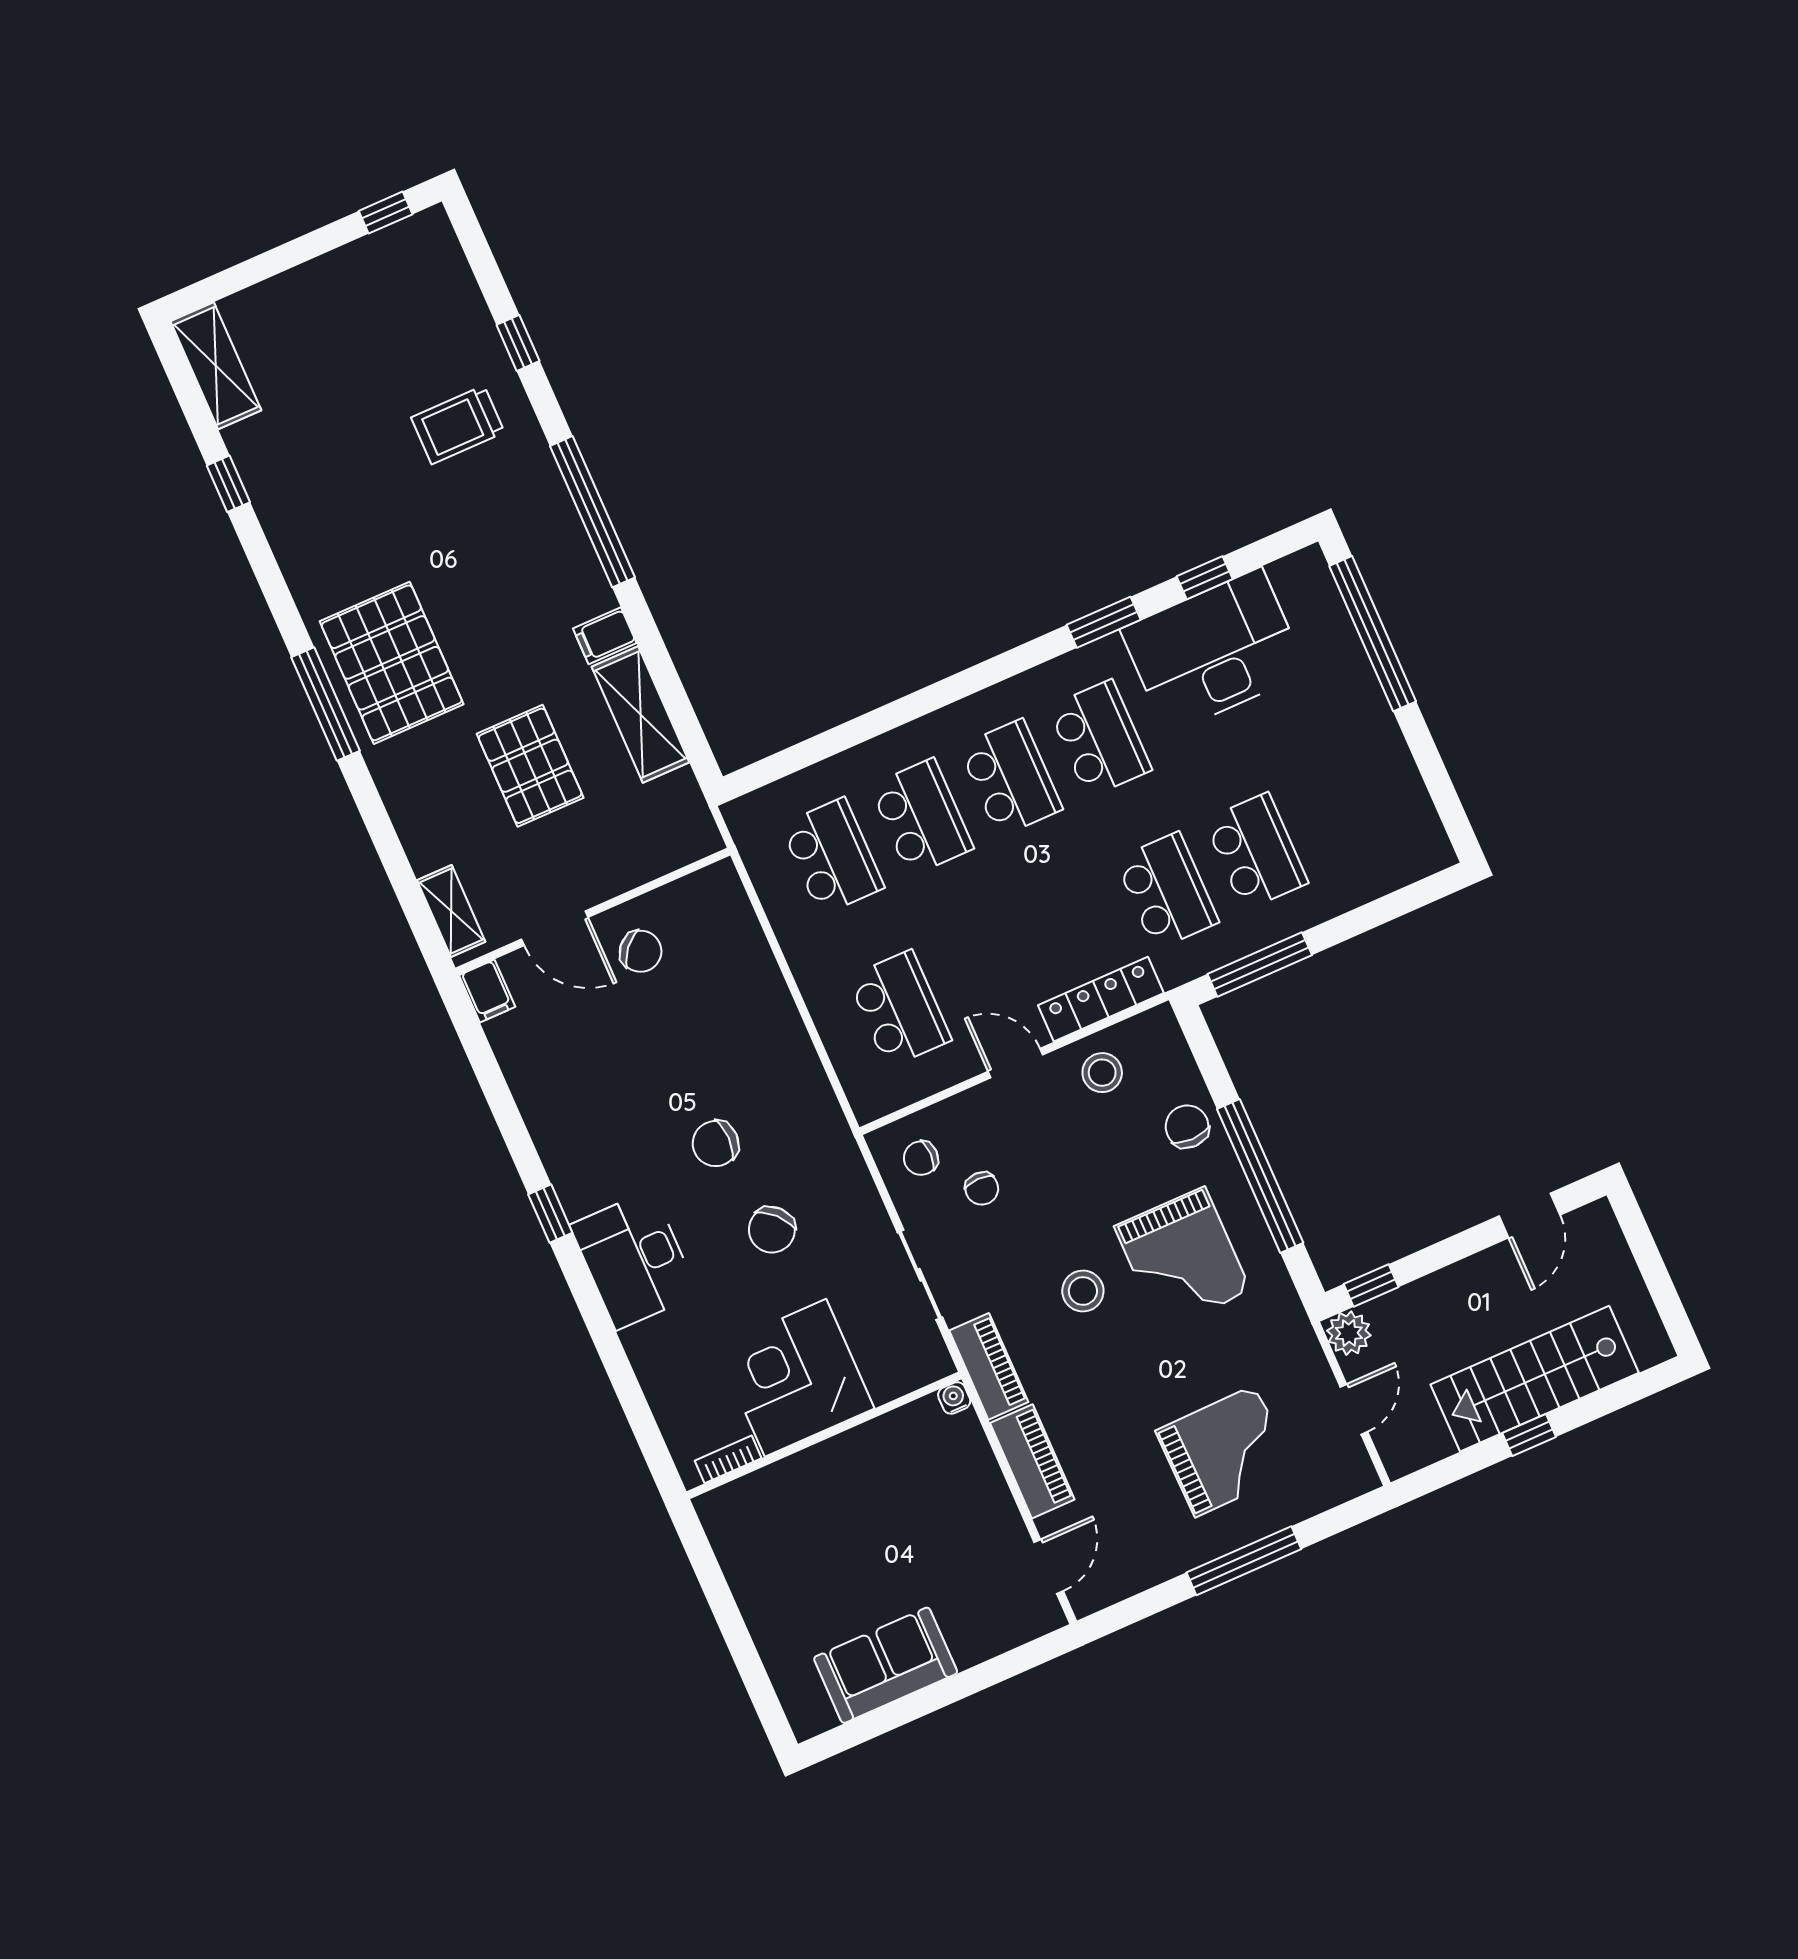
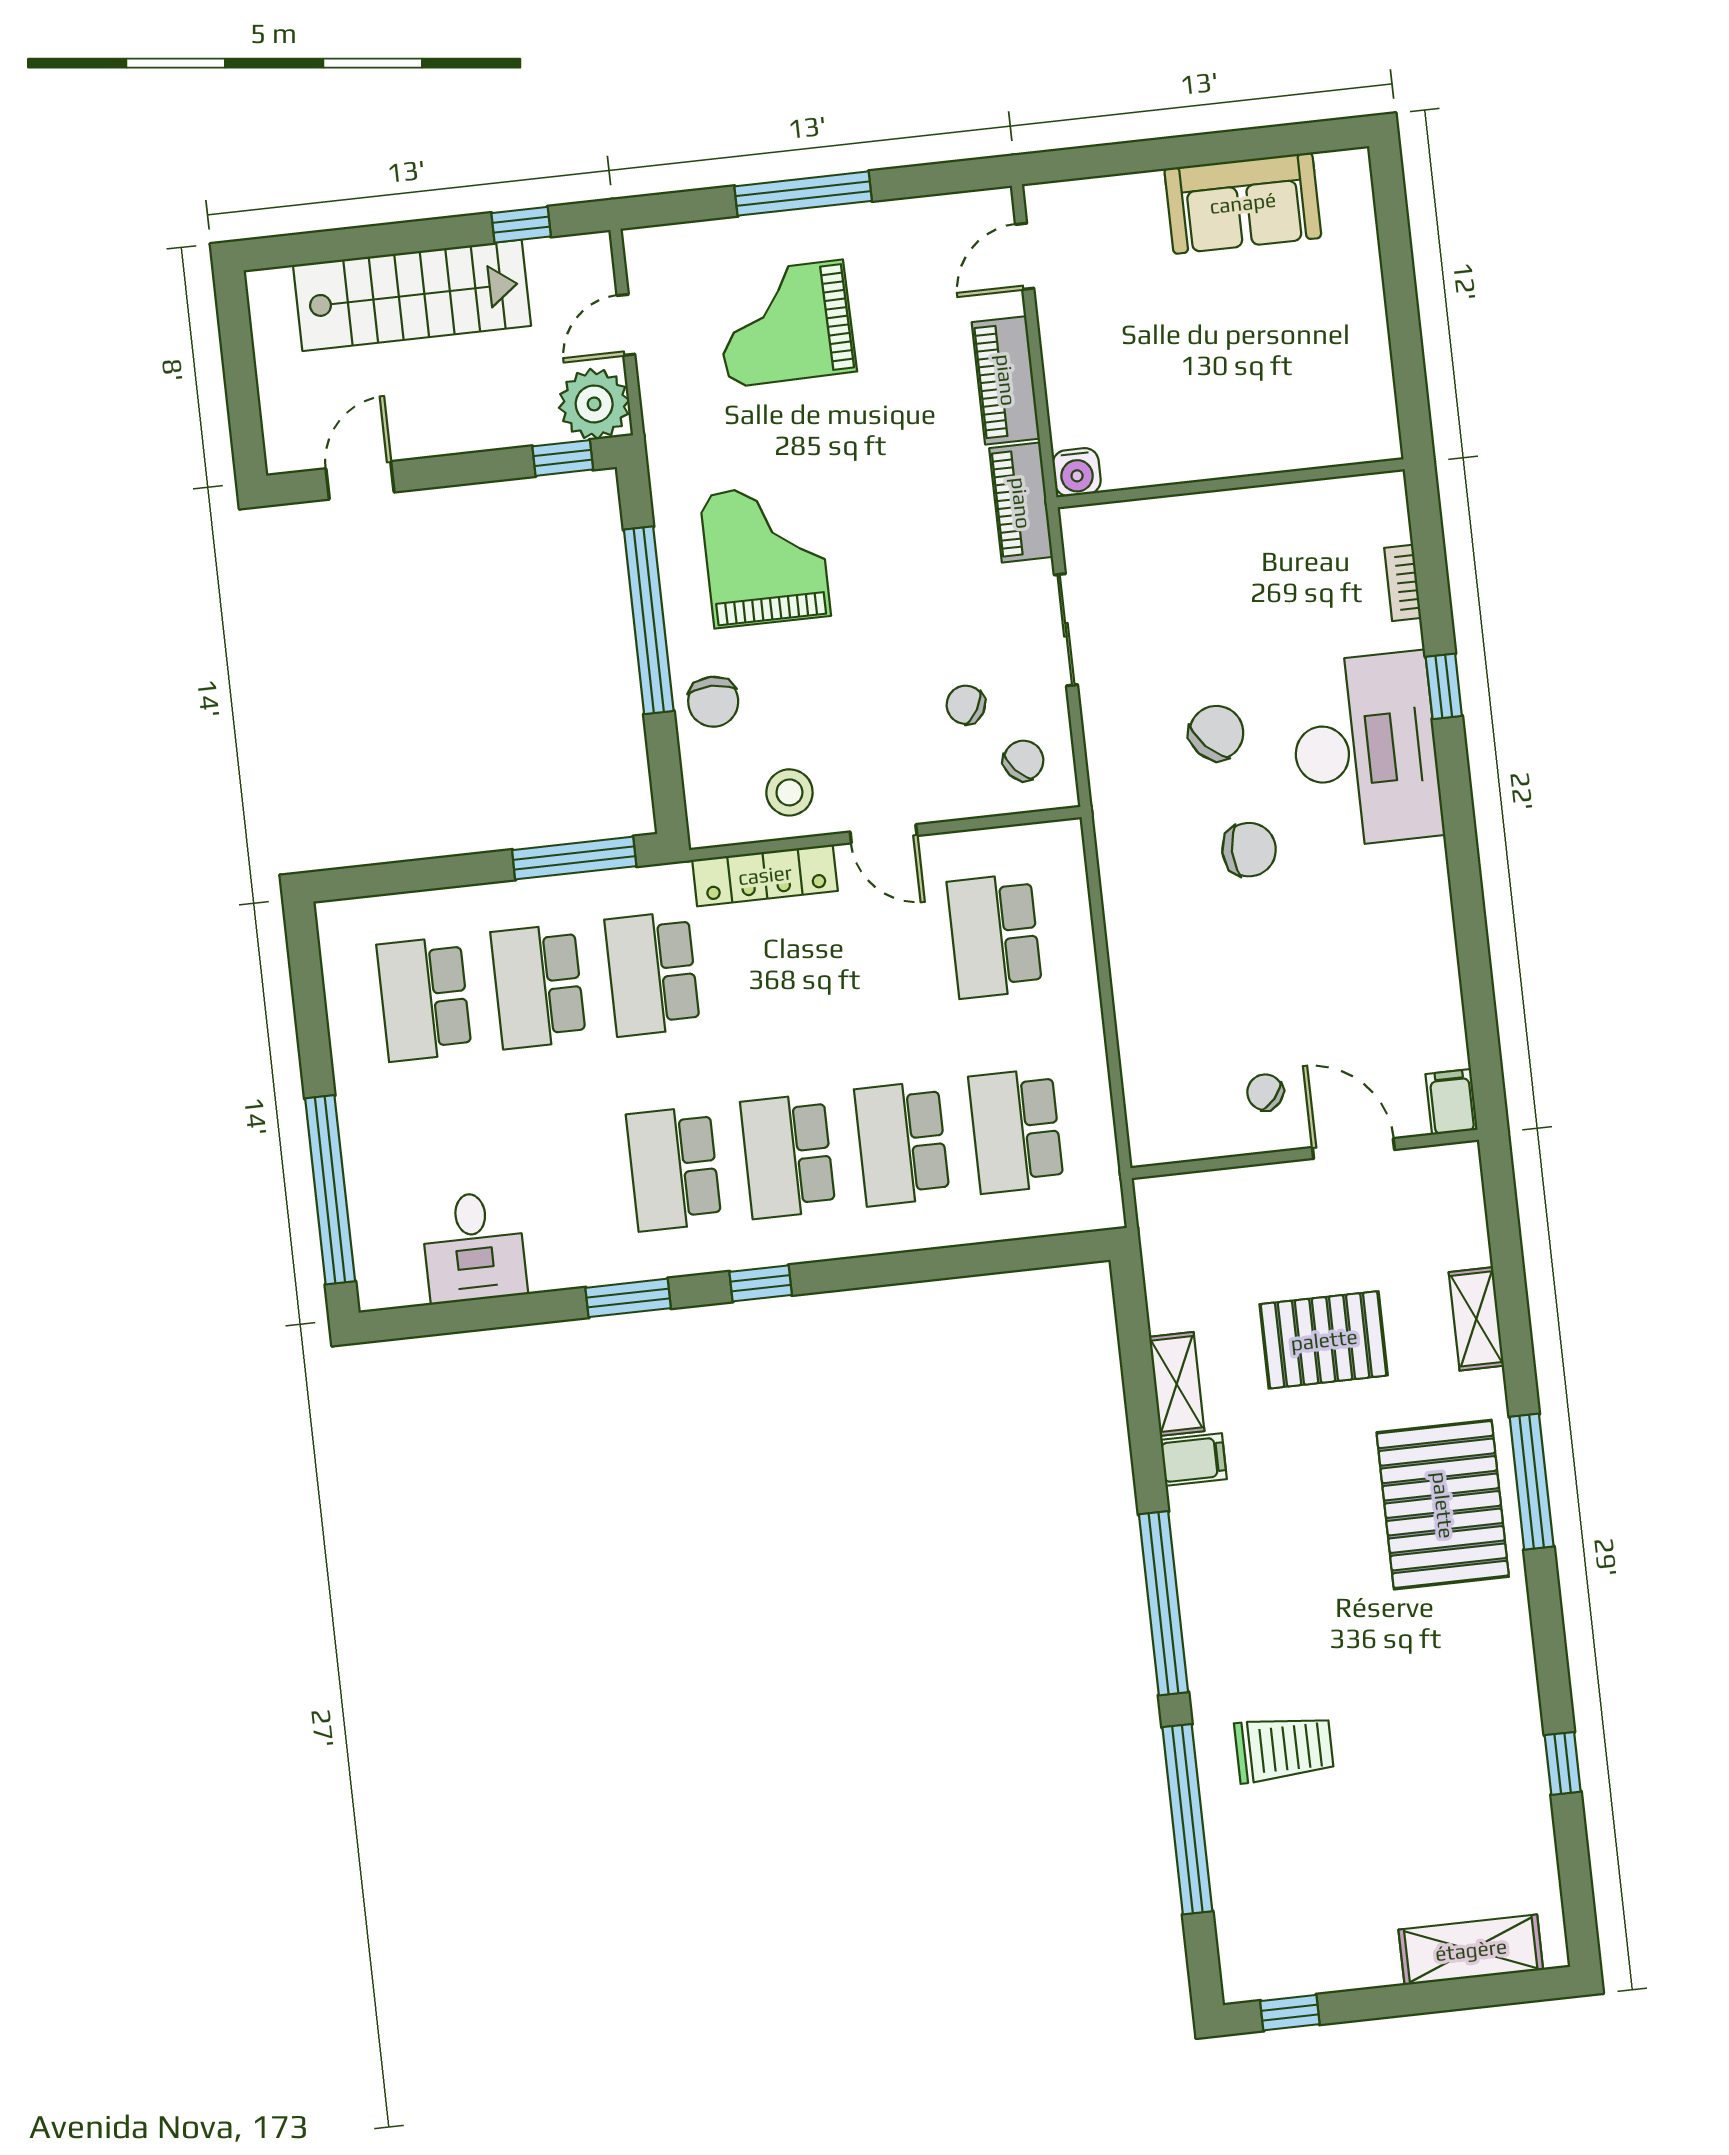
window: (518, 343) -> (1187, 1819), width x3.17
shelving: (216, 366) -> (1471, 1950), moved, turned 90
window: (1205, 578) -> (761, 1283), moved
desk: (1214, 651) -> (474, 1247), width x0.53, depth x0.77
shelving: (640, 714) -> (1177, 1384), width x0.67, depth x0.75
pallet: (530, 766) -> (1324, 1340), turned 90
school desk: (1345, 812) -> (424, 999), added
shelving: (451, 911) -> (1476, 1319), moved
chair: (641, 951) -> (1265, 1092), width x0.73, depth x0.73
chair: (921, 1158) -> (1023, 761), turned -42
chair: (982, 1189) -> (966, 705), turned -60
window: (550, 1214) -> (1444, 686), moved
desk: (634, 1260) -> (1366, 750), width x1.36, depth x1.30
stool: (1083, 1291) -> (888, 554), removed
plant: (1349, 1333) -> (594, 404), width x1.36, depth x1.36
corner desk: (795, 1378) -> (1242, 558), removed
water cooler: (954, 1398) -> (1077, 472), width x1.38, depth x1.38
window: (1529, 1435) -> (521, 225), moved
bookcase: (728, 1459) -> (1403, 583), moved, turned 90

